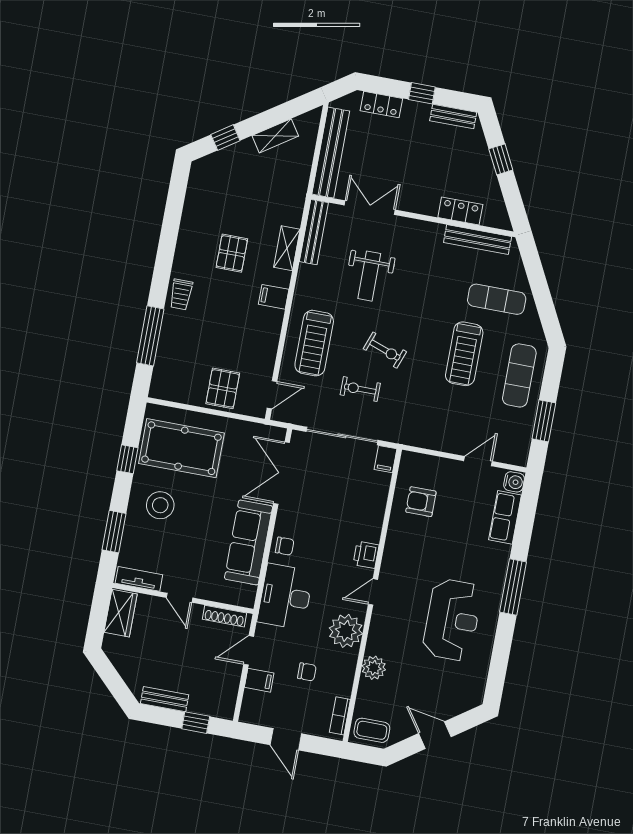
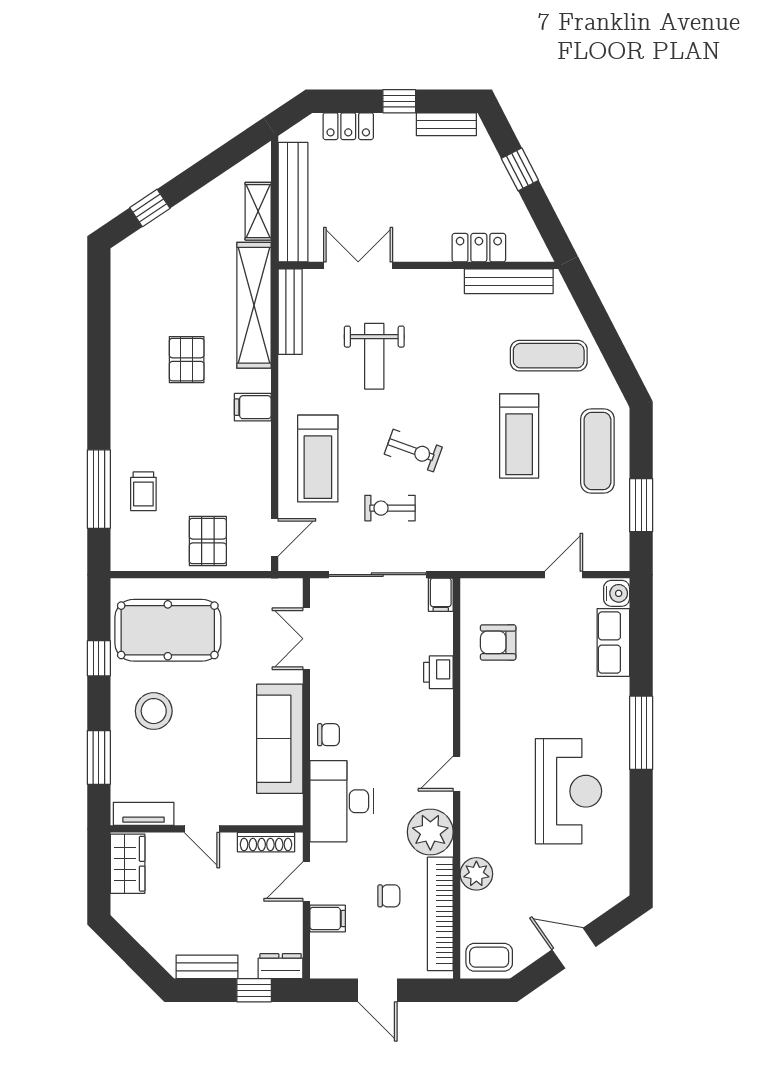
shelving: (275, 136) -> (258, 211), moved, turned -56
shelving: (287, 248) -> (254, 305), width x2.20, depth x1.33
trolley: (181, 294) -> (143, 491), moved
double door: (281, 473) -> (306, 639), width x0.73
printer: (366, 555) -> (438, 672), moved
dresser: (218, 709) -> (281, 966), added
bookcase: (340, 716) -> (440, 914), width x2.31, depth x1.31

